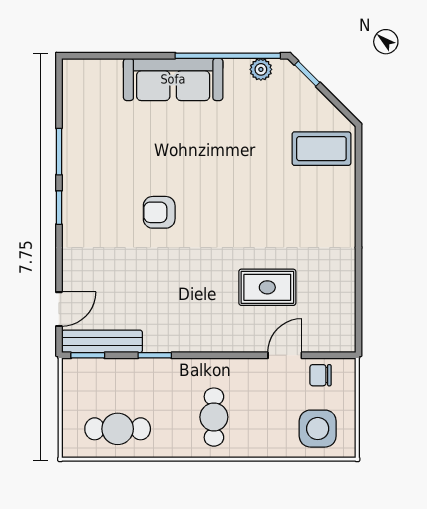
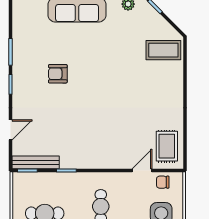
armchair: (159, 212) -> (58, 74), moved
rug: (267, 287) -> (167, 146), moved, turned 90
door: (59, 309) -> (11, 130), moved

